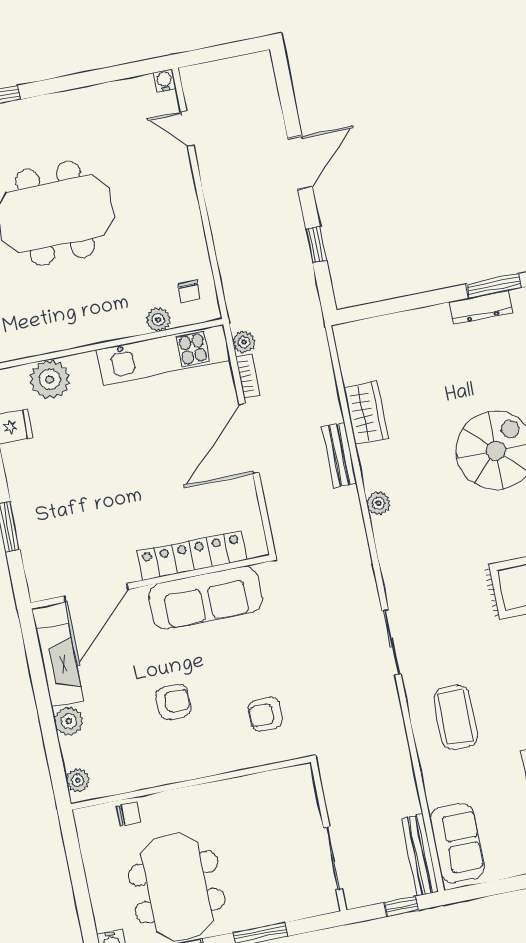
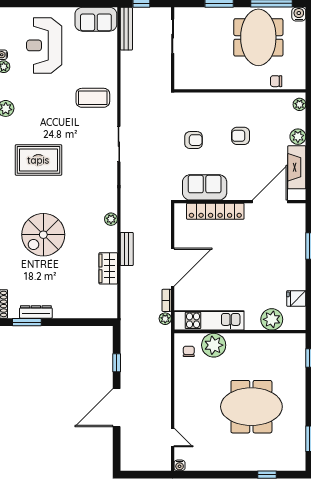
door: (300, 163) -> (117, 408), width x1.36
plant: (158, 320) -> (214, 345), width x1.88, depth x1.88
sofa: (205, 598) -> (205, 187), width x0.73
armchair: (266, 714) -> (194, 140), moved
coffee table: (456, 717) -> (93, 98), turned 90
sofa: (457, 843) -> (96, 19), moved, turned -90

